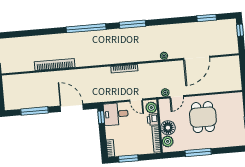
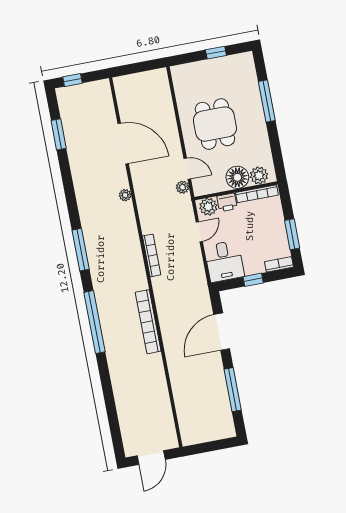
bookcase: (55, 64) -> (148, 322), moved
window: (101, 117) -> (253, 280), moved
dining table: (203, 117) -> (215, 124), turned 90
window: (198, 153) -> (267, 101), moved

